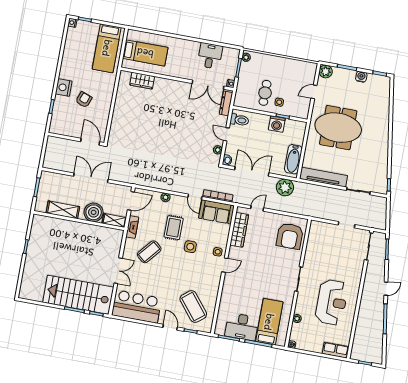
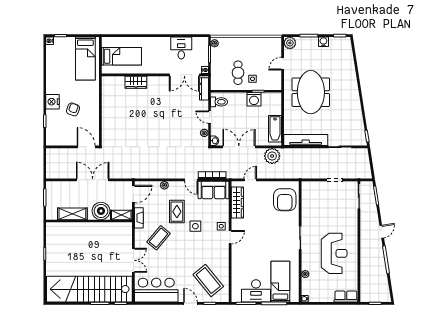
wardrobe: (142, 81) -> (136, 82), moved
meeting table: (338, 128) -> (311, 92), turned 90
stairs: (78, 295) -> (89, 289), width x1.36

